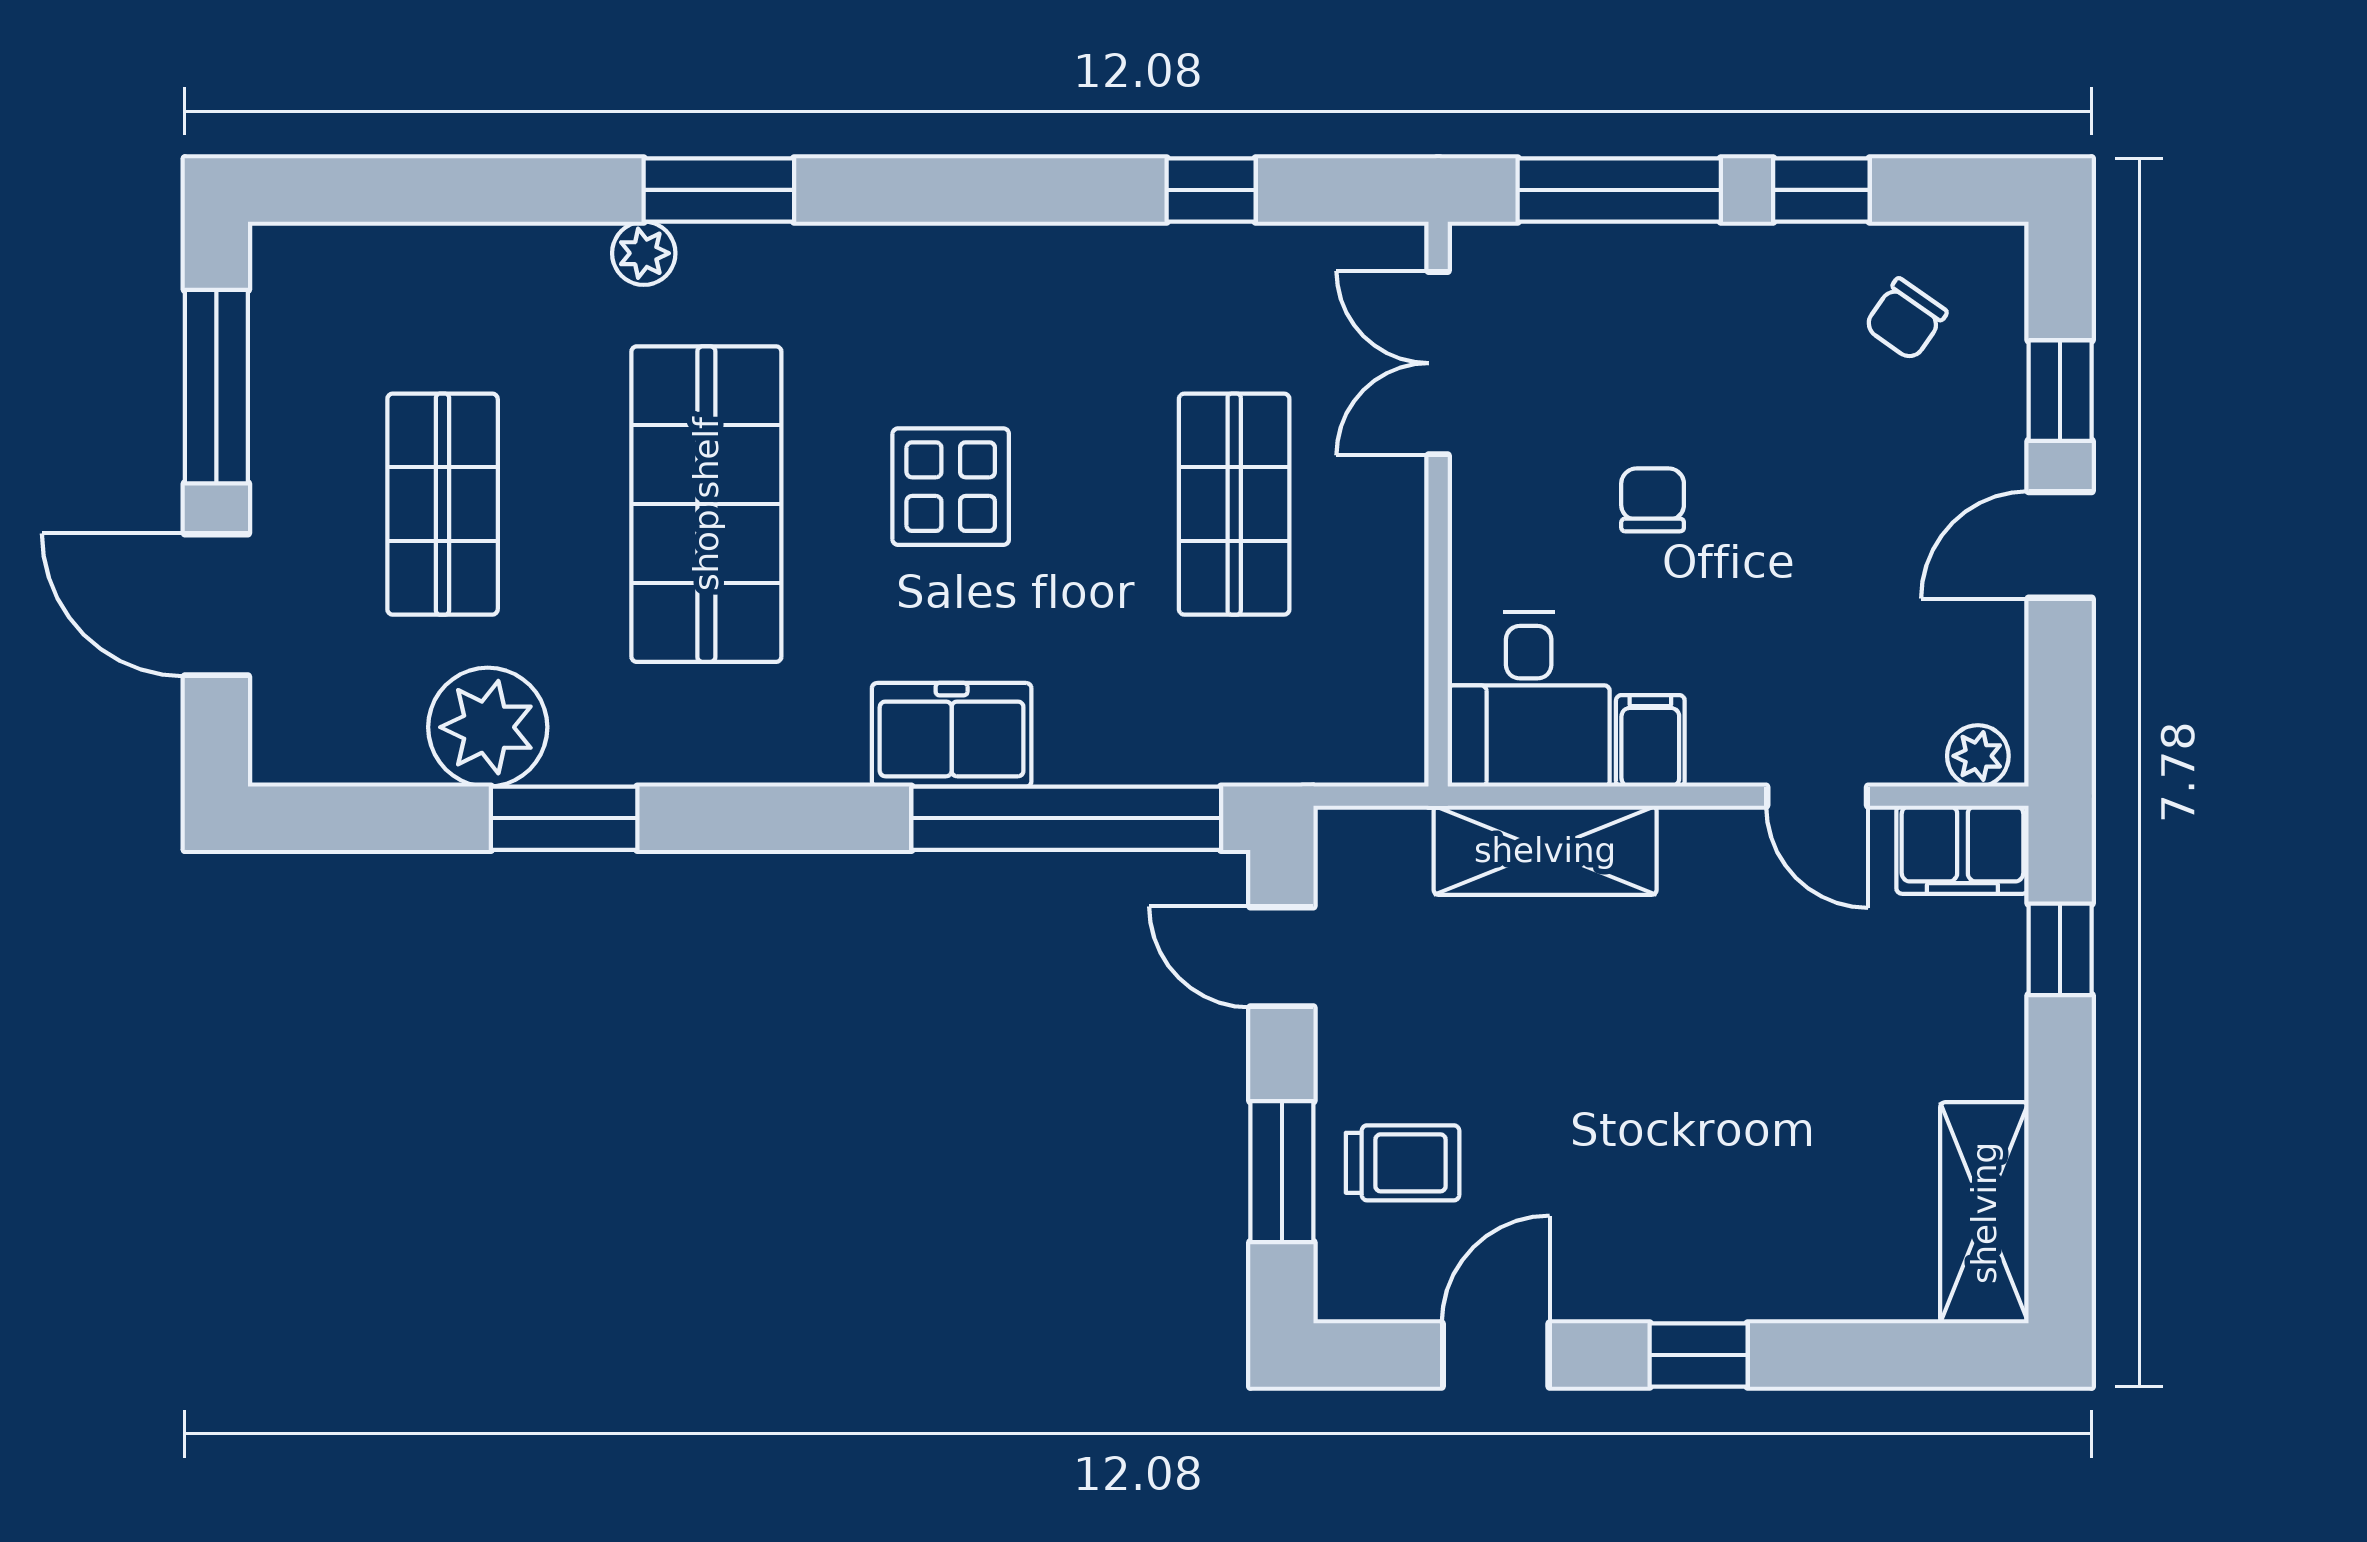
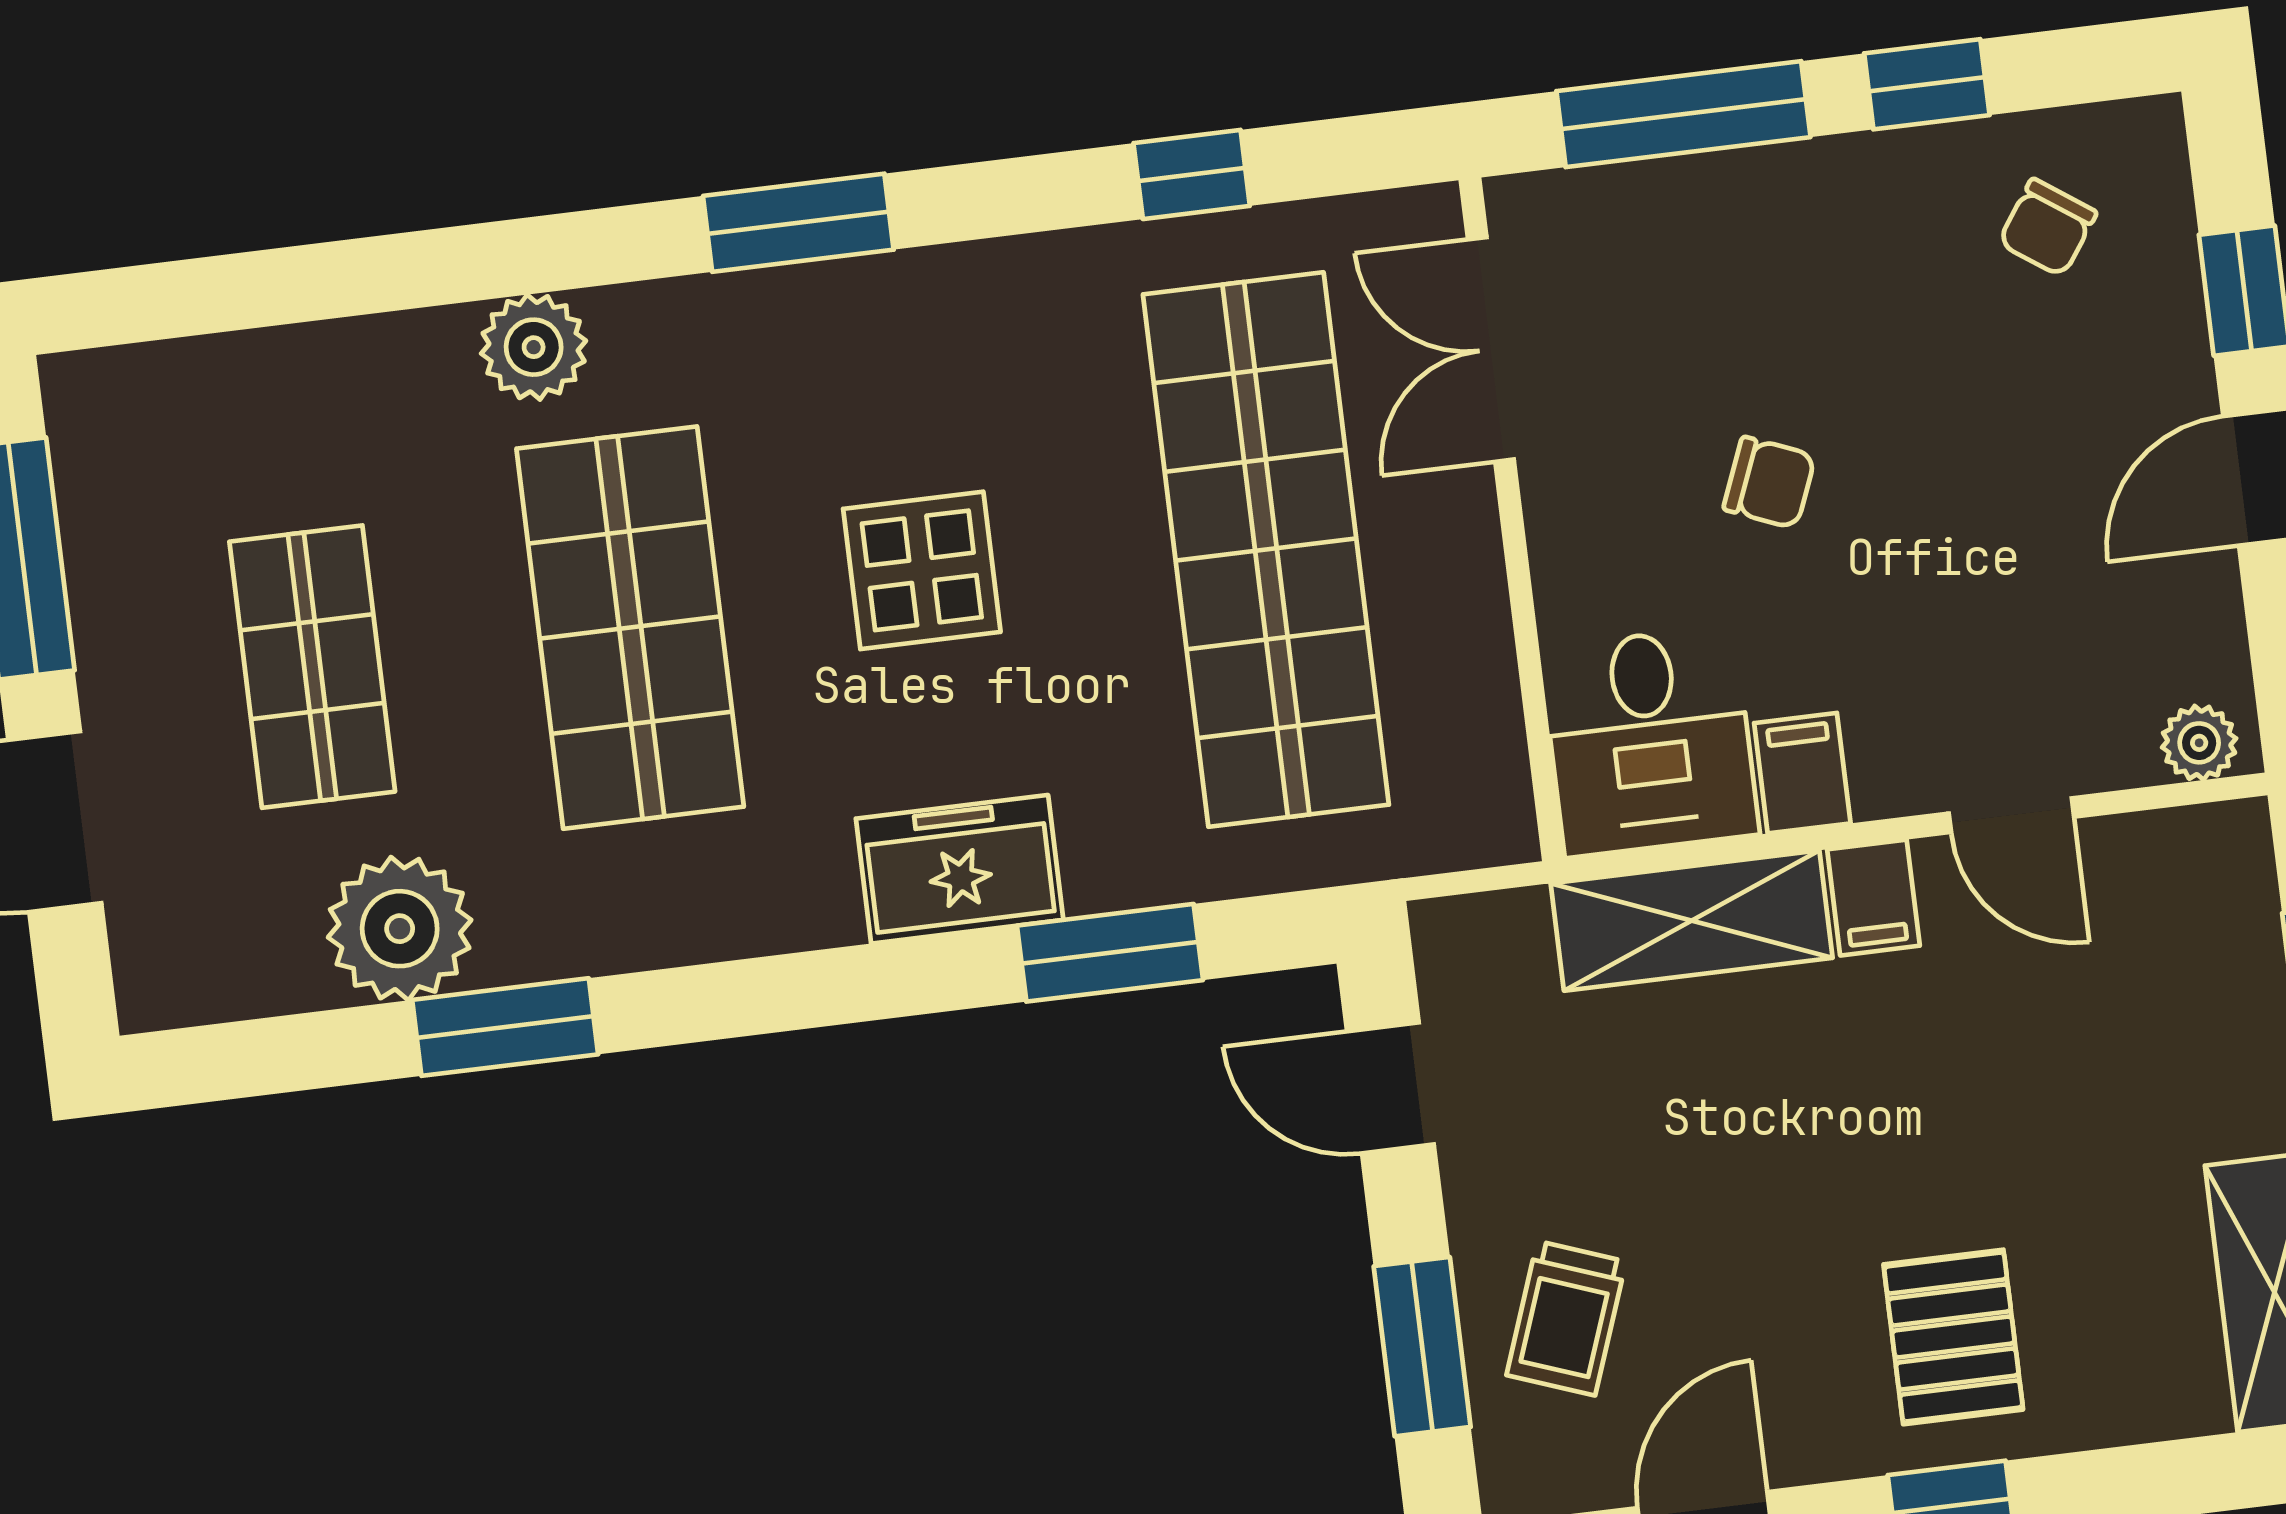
window: (719, 190) -> (798, 223), moved
plant: (644, 253) -> (534, 347), width x1.38, depth x1.38
chair: (1653, 500) -> (1769, 483), turned 112
shop shelf: (1234, 504) -> (1266, 550), width x2.00, depth x1.36
window: (1066, 818) -> (1110, 953), width x0.47
filing cabinet: (1962, 850) -> (1873, 898), moved, width x0.50
trolley: (1403, 1163) -> (1566, 1318), turned 110
pallet: (1717, 1217) -> (1953, 1337), added

